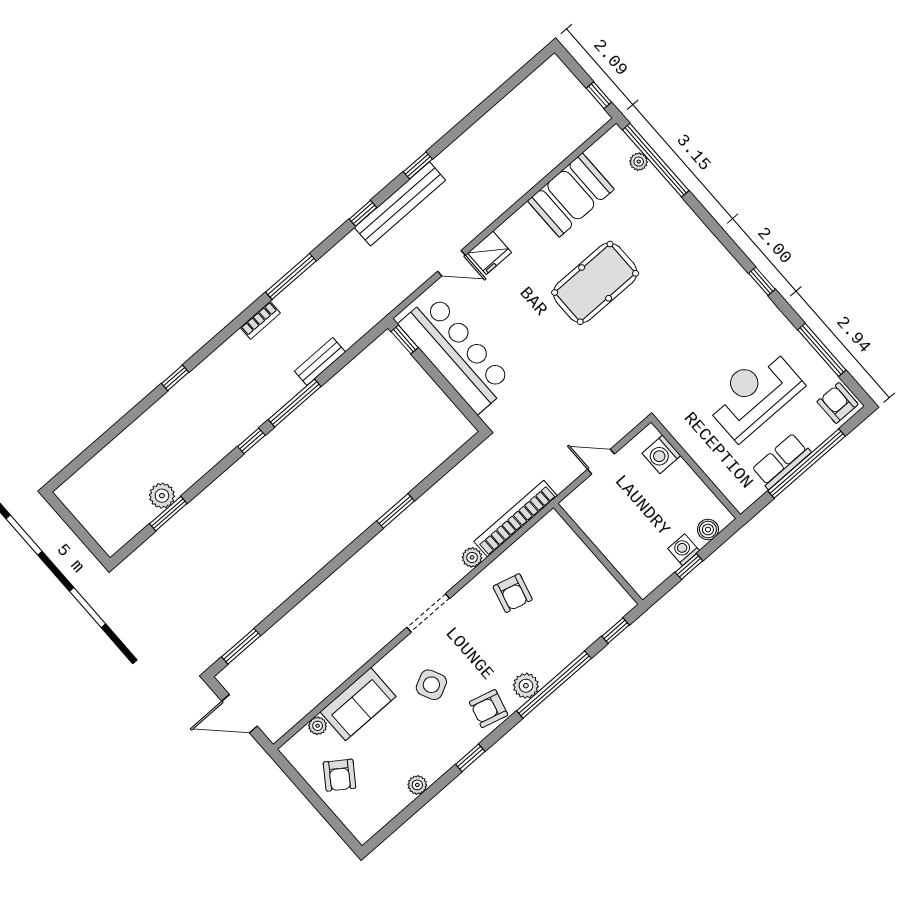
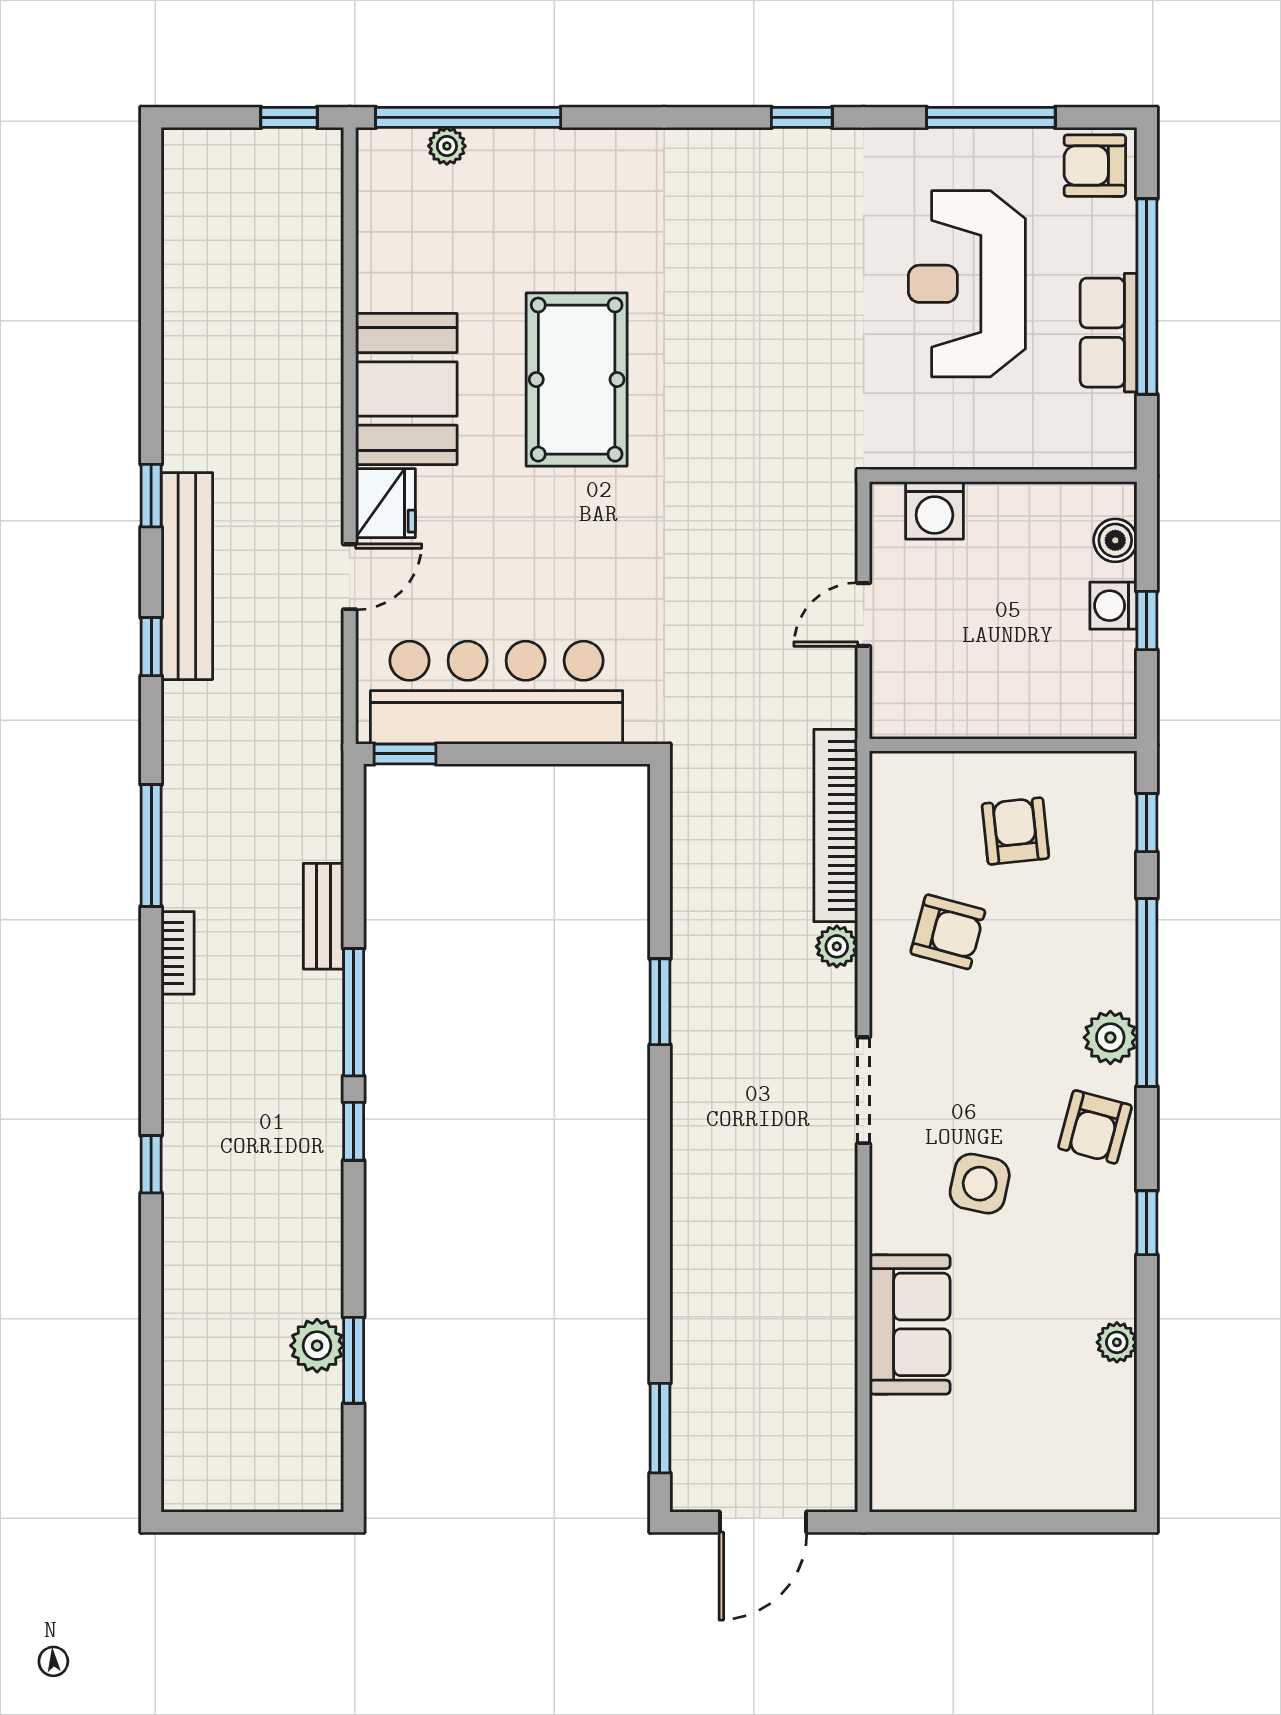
booth: (571, 195) -> (406, 389), moved
side table: (431, 685) -> (980, 1184), turned 38
plant: (318, 726) -> (888, 1417), removed
armchair: (339, 775) -> (1015, 831), moved, turned -131

